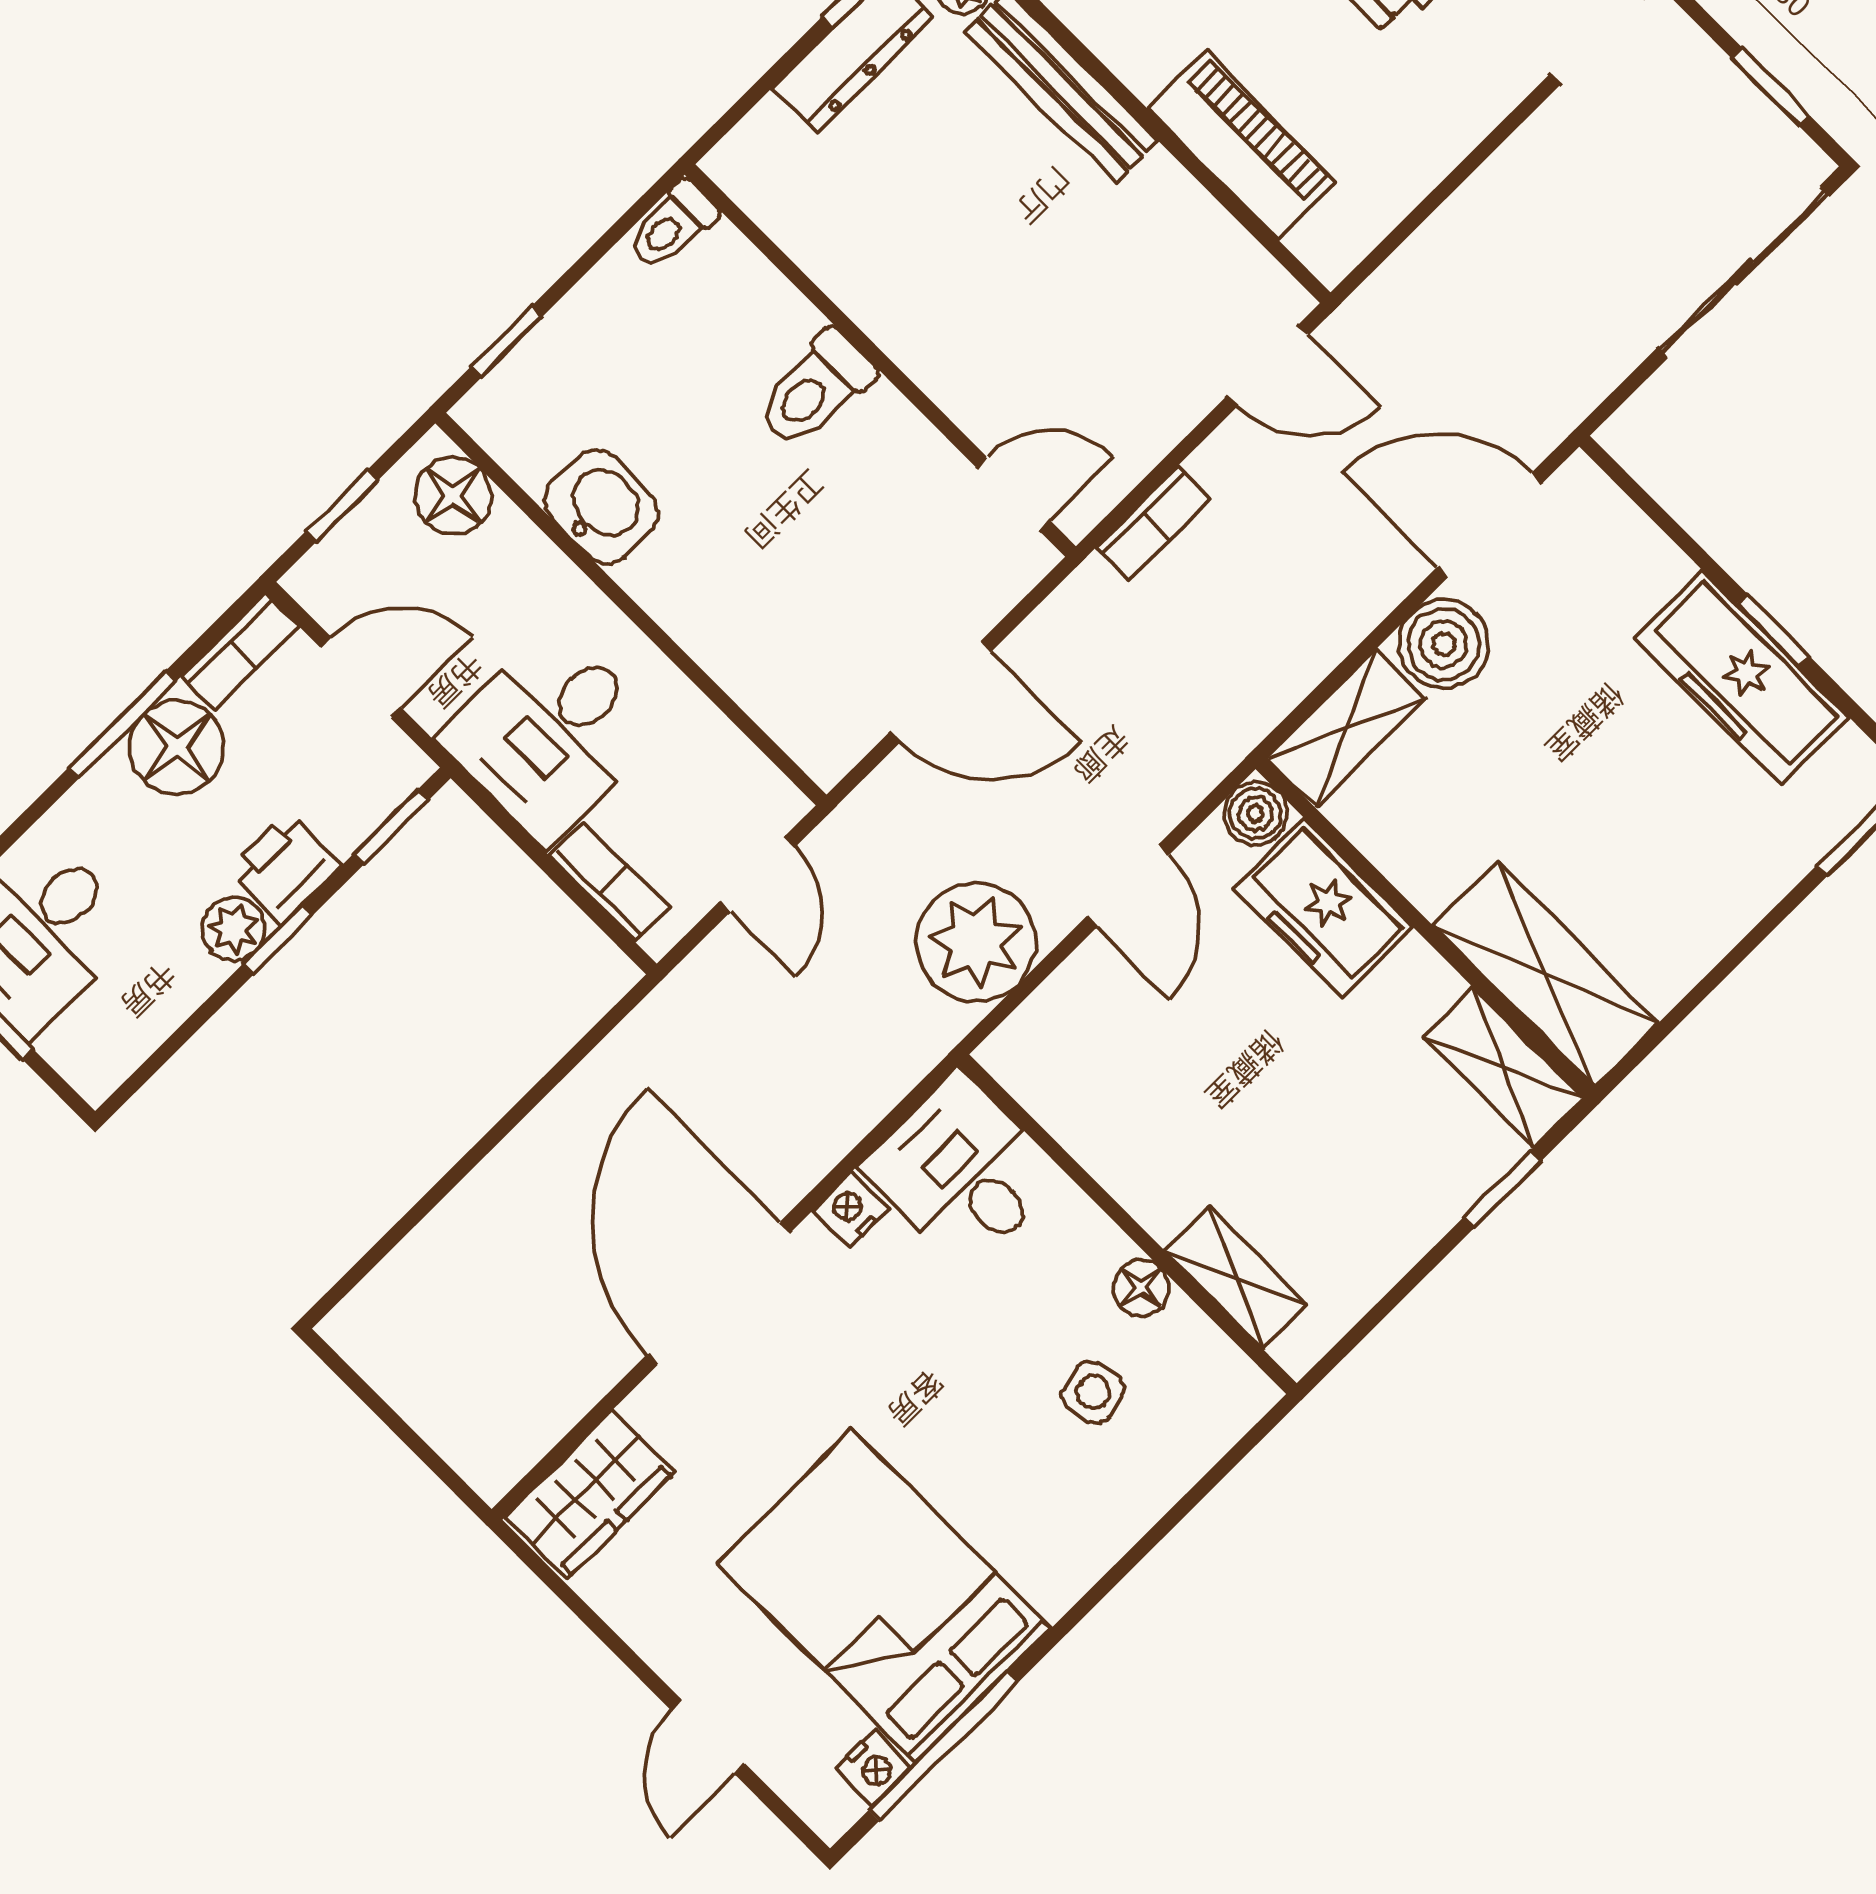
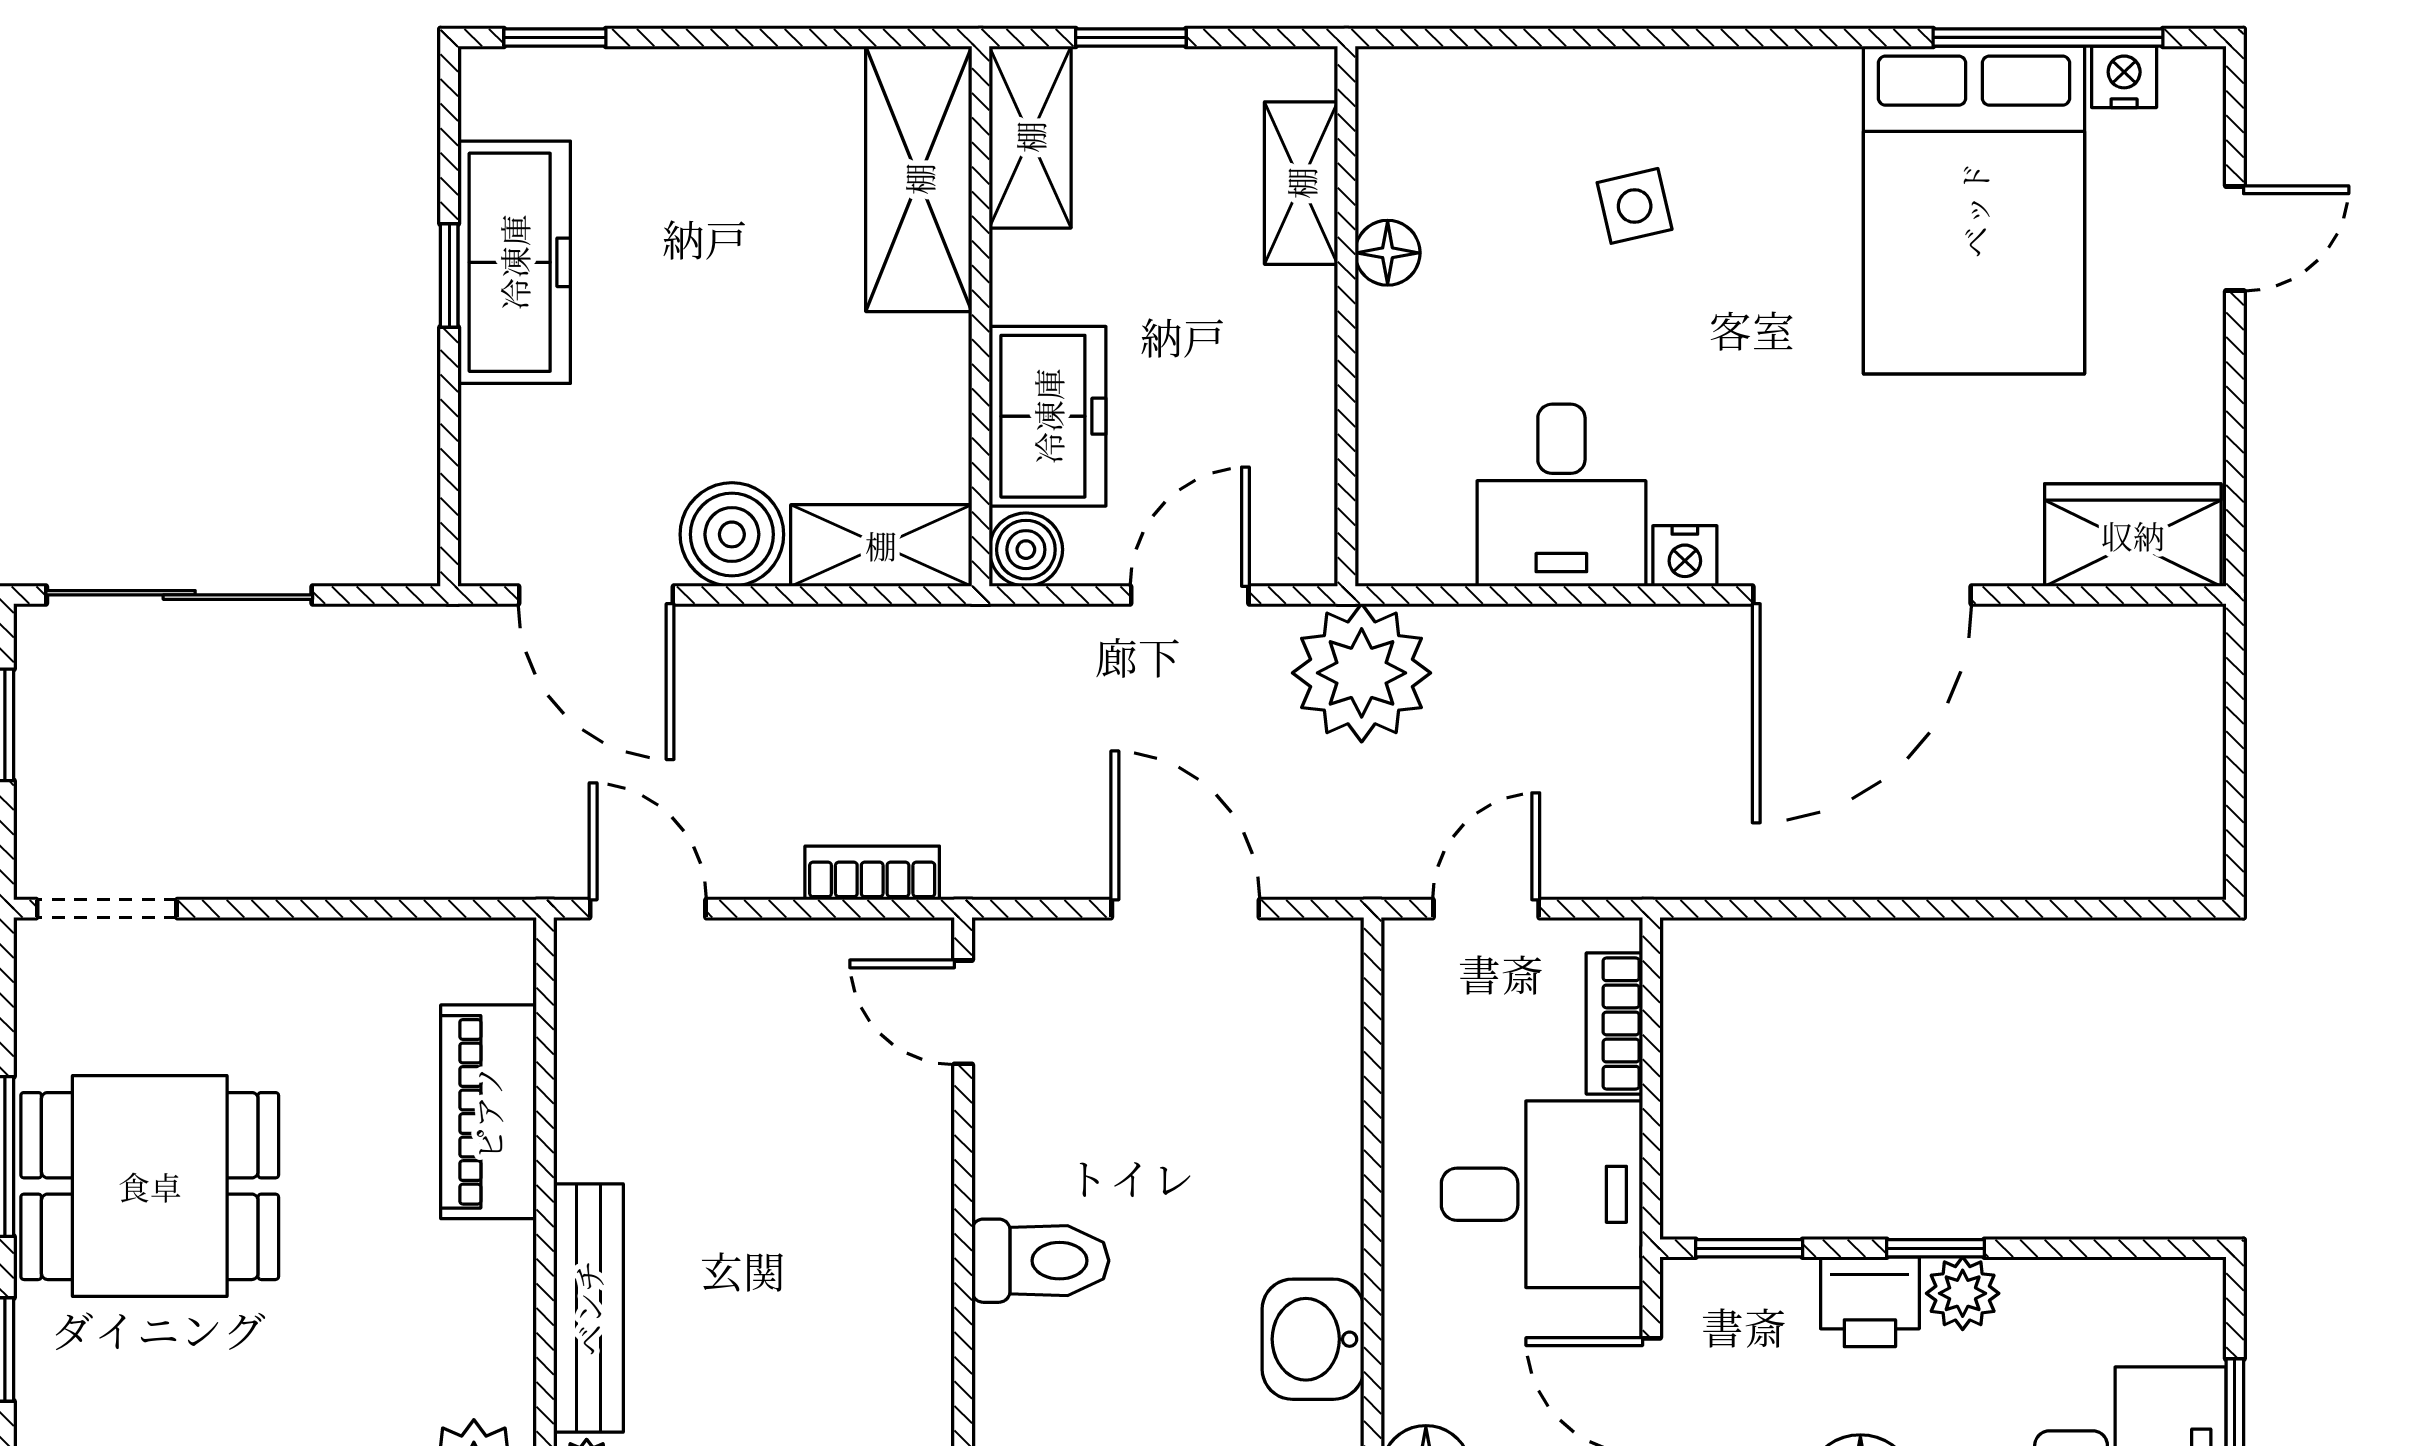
wall: (1128, 1224) -> (1346, 316), moved
shelving: (1236, 1278) -> (1301, 183), moved
floor lamp: (1141, 1288) -> (1388, 253), moved

